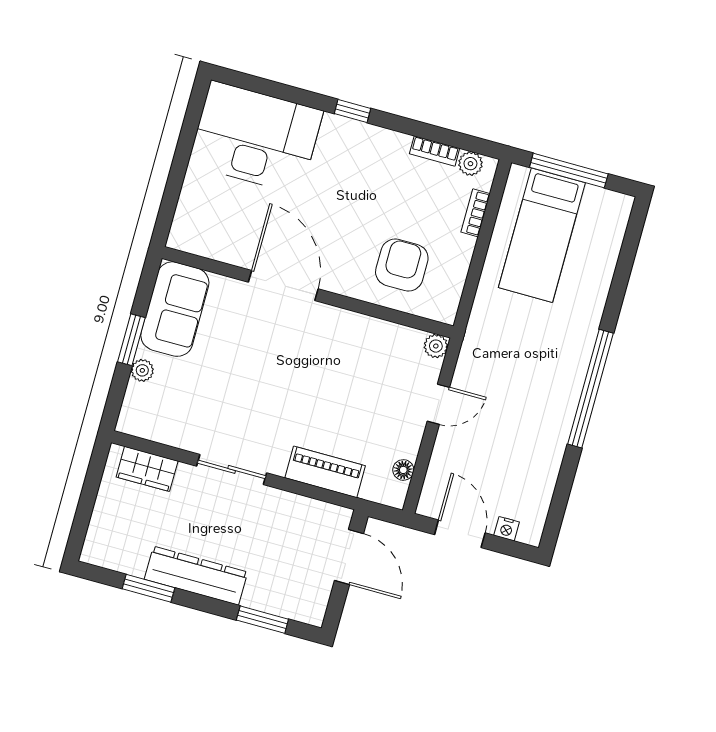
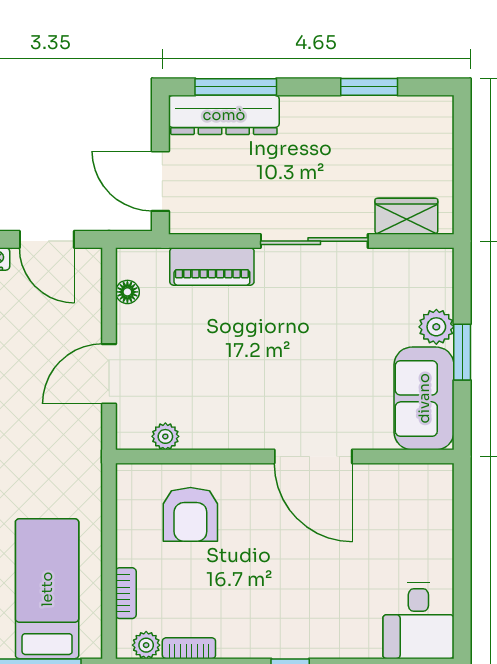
desk: (256, 138) -> (418, 621), width x0.53, depth x0.77
plant: (436, 346) -> (165, 436), moved
plant: (142, 370) -> (436, 327), width x1.38, depth x1.38
door: (438, 404) -> (109, 374), width x1.38
sliding door: (232, 469) -> (314, 241), width x1.37
dresser: (196, 576) -> (224, 115), moved
window: (262, 620) -> (236, 87), width x1.44

